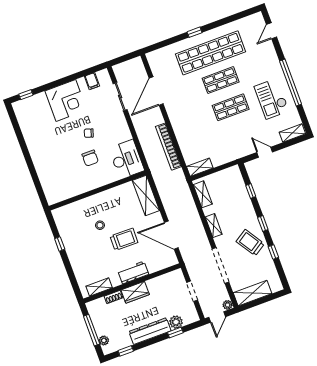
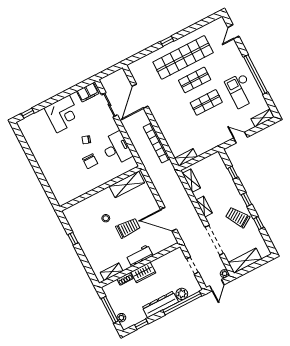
filing cabinet: (92, 81) -> (88, 92), width x2.00
desk: (127, 159) -> (117, 148), moved
shelving: (146, 195) -> (127, 184), moved, turned 90
window: (175, 333) -> (182, 303), width x3.17

